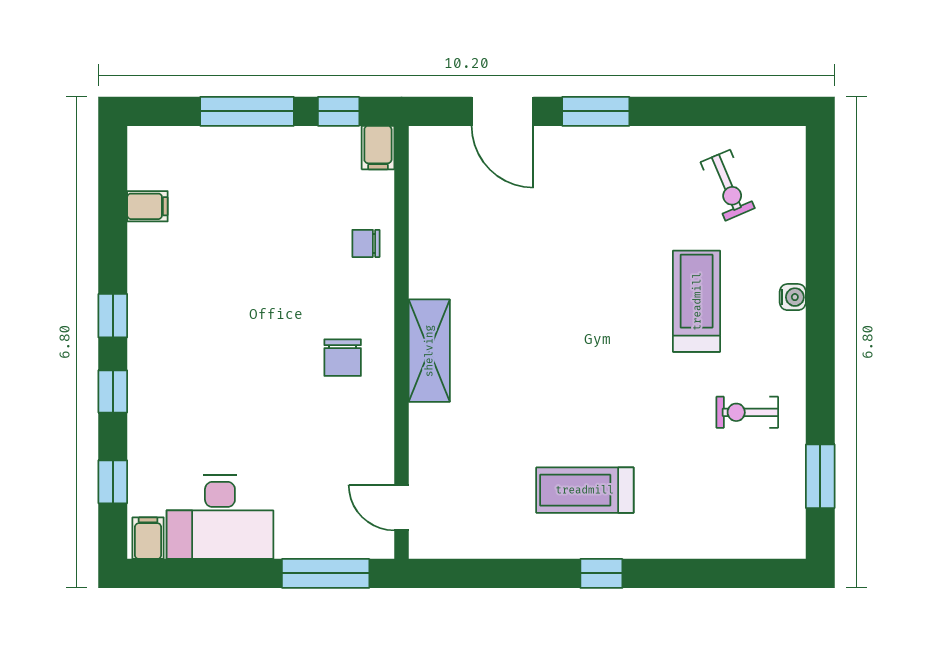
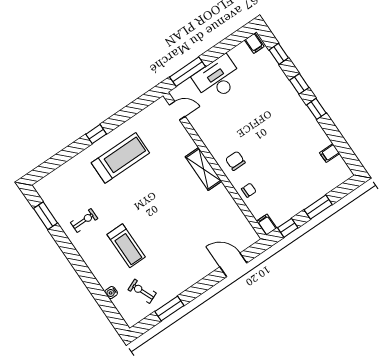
window: (247, 111) -> (318, 207), width x0.69
window: (596, 111) -> (169, 309), moved
water cooler: (793, 297) -> (111, 293), moved
chair: (343, 358) -> (235, 161), moved
treadmill: (585, 490) -> (120, 158), width x1.37, depth x1.38
desk: (220, 517) -> (218, 78), moved

